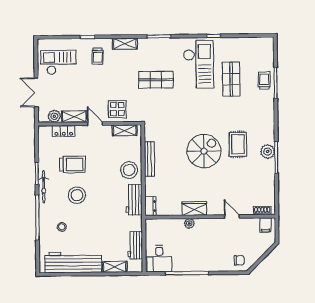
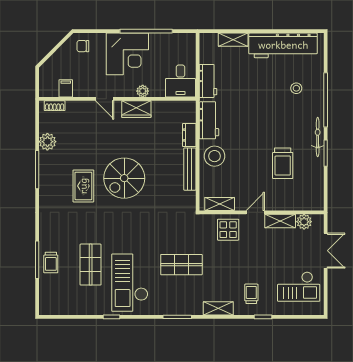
door: (95, 124) -> (255, 212), swing flipped
locker: (64, 131) -> (293, 204), removed
plant: (268, 152) -> (47, 142), moved
trolley: (73, 164) -> (283, 163), turned -90
stool: (77, 195) -> (278, 126), removed
dresser: (150, 206) -> (189, 135), moved
door: (232, 217) -> (105, 99), moved
filing cabinet: (266, 225) -> (66, 88), moved
workbench: (135, 245) -> (208, 81), moved
corner desk: (202, 254) -> (127, 54), added
desk: (159, 259) -> (180, 81), moved, turned 180

